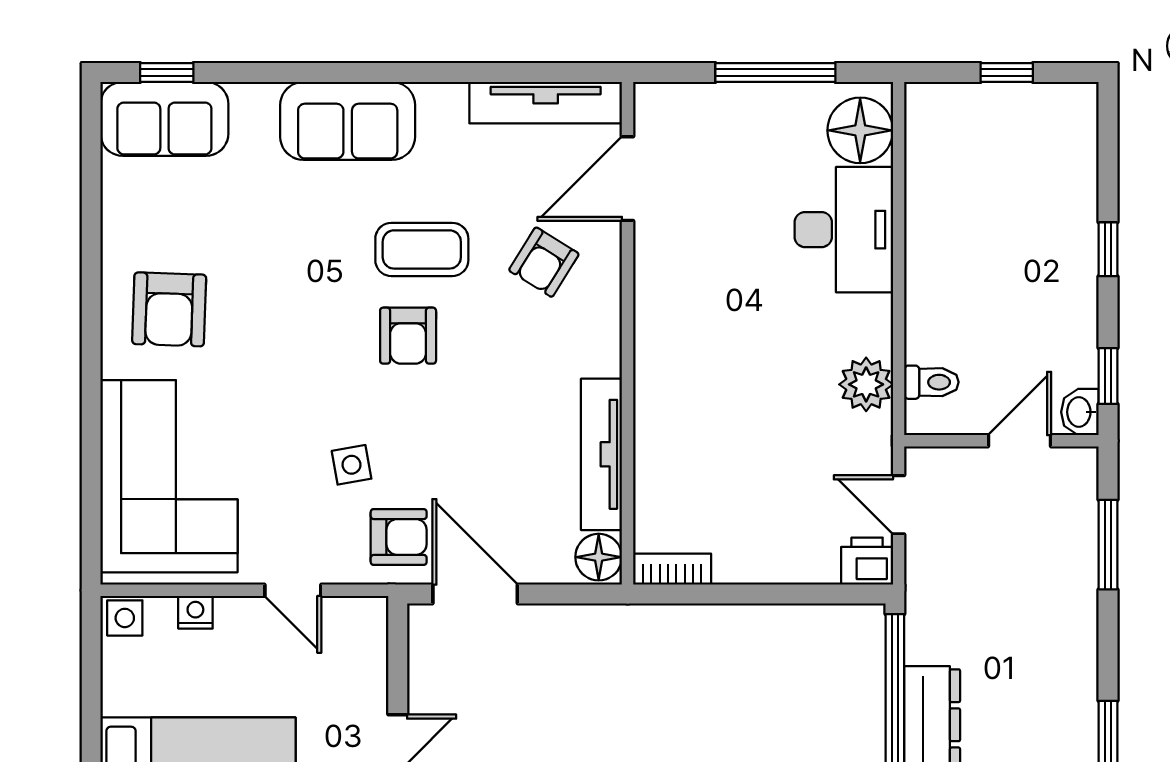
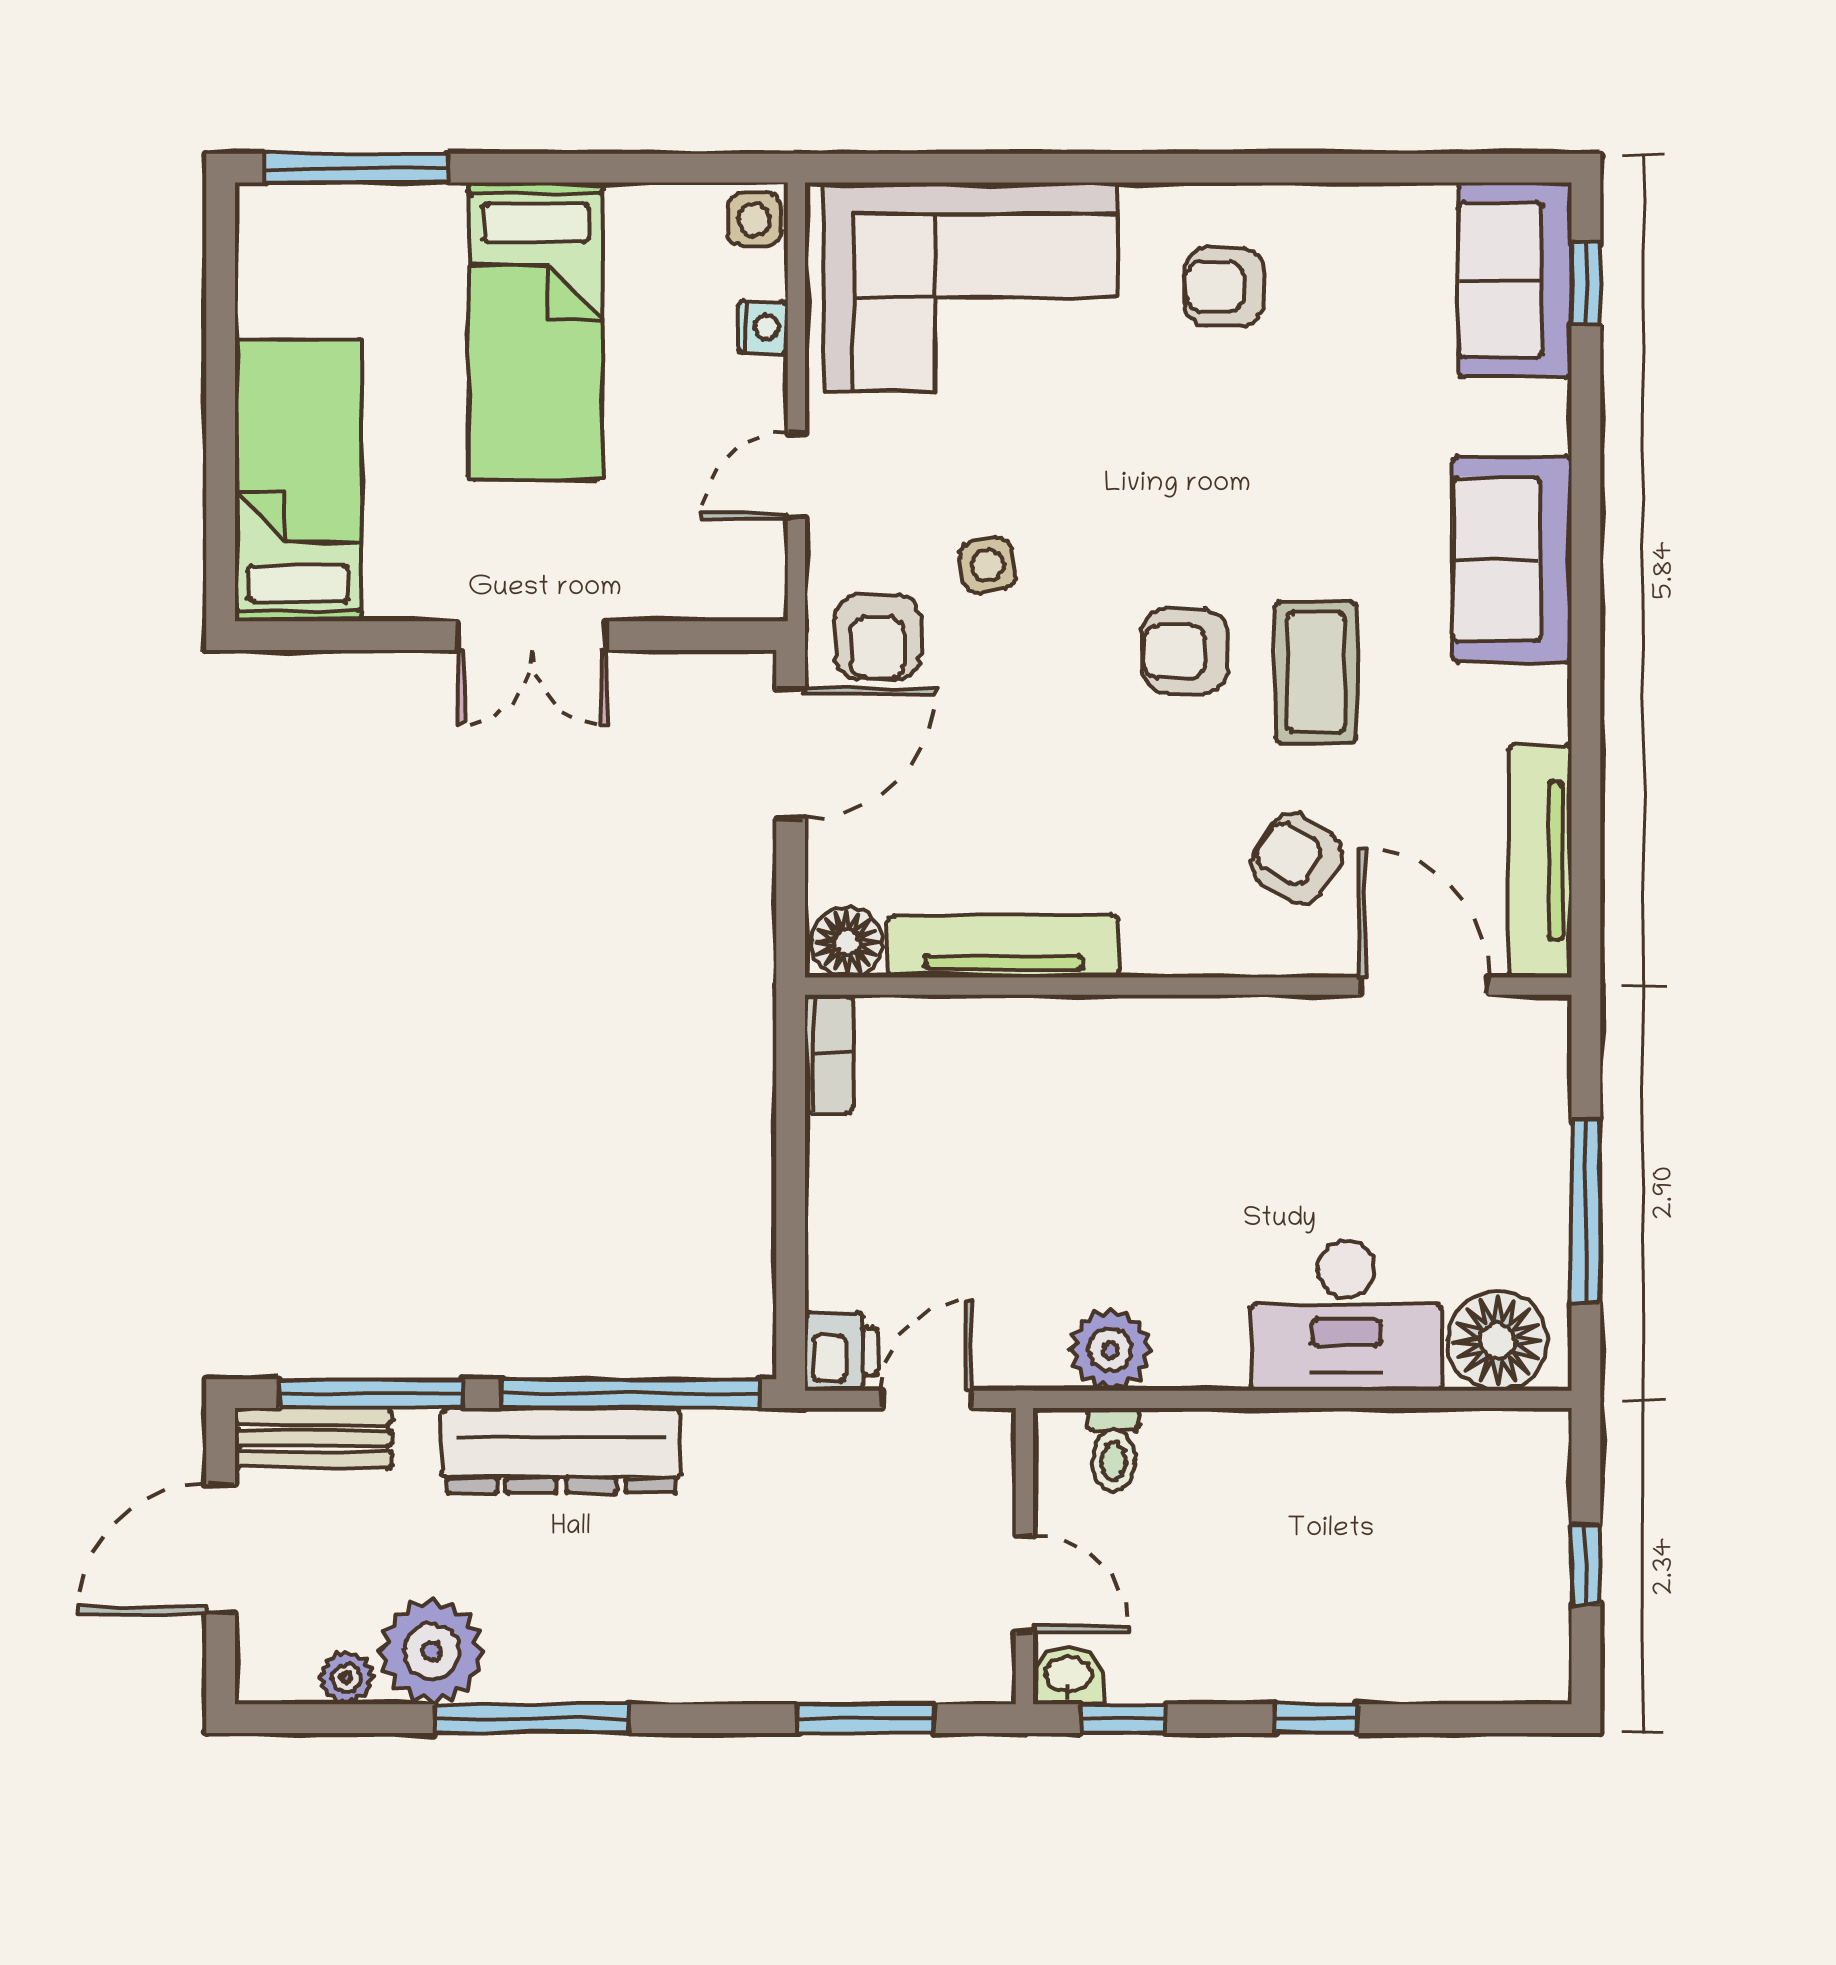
armchair: (169, 309) -> (1225, 287), width x0.72, depth x0.72

